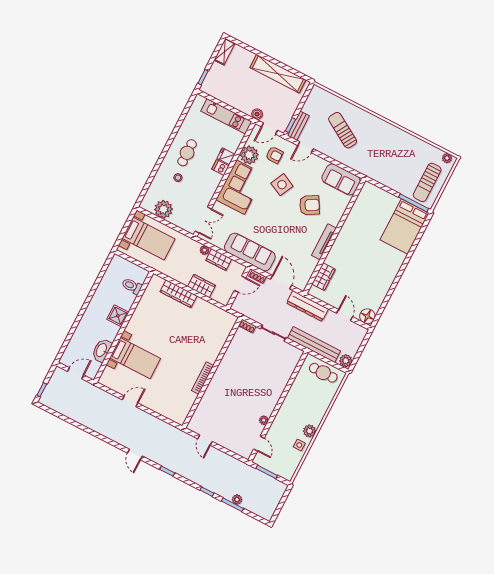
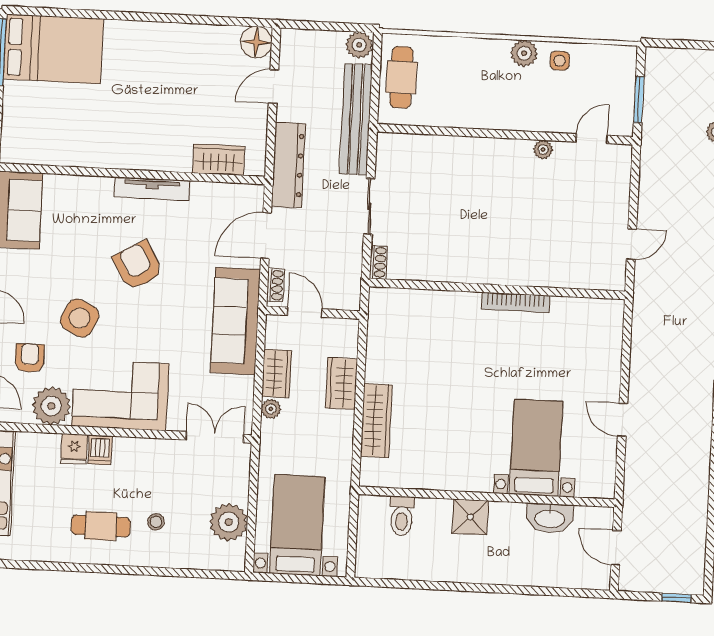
armchair: (310, 205) -> (138, 265), moved

